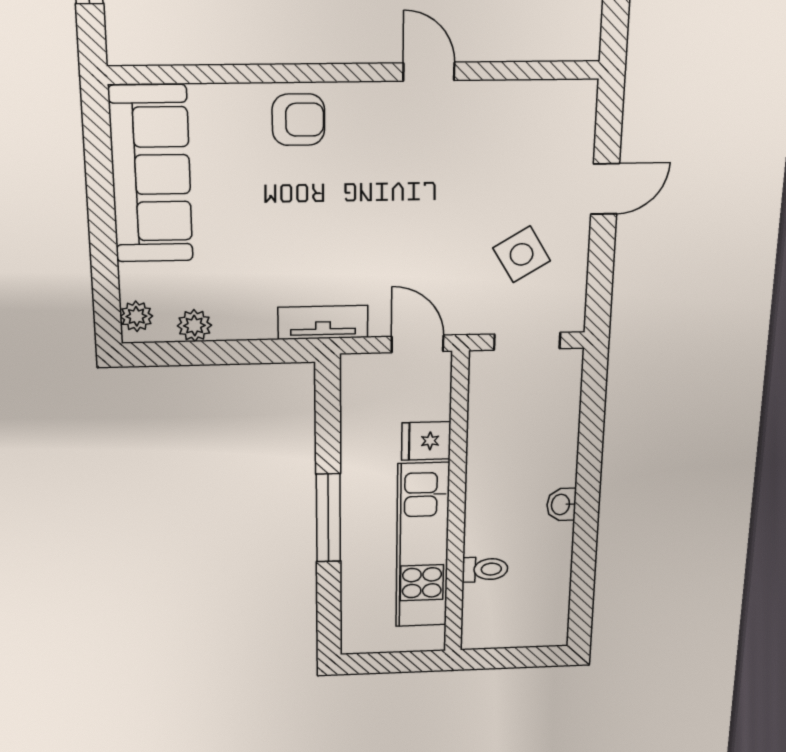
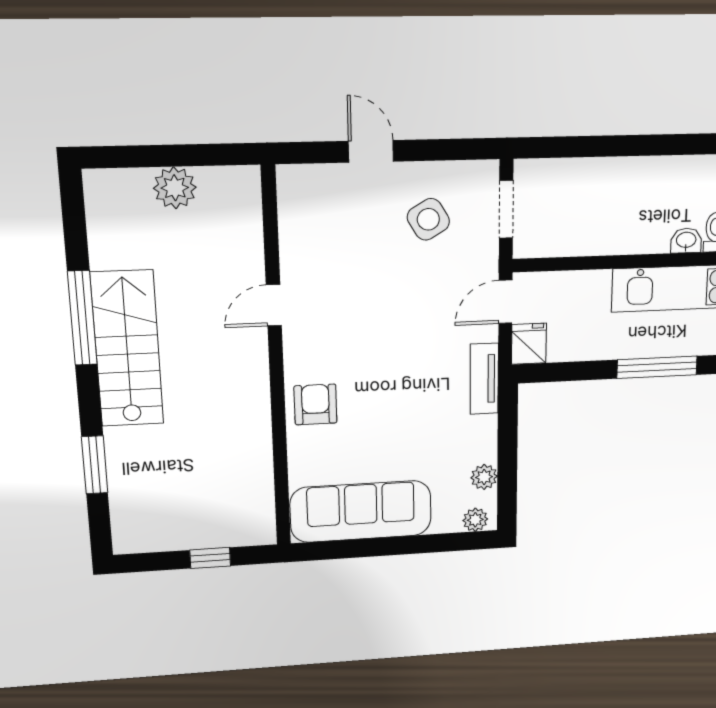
fridge: (426, 441) -> (529, 344), moved, turned 180
washbasin: (561, 504) -> (686, 241), moved, turned 180

